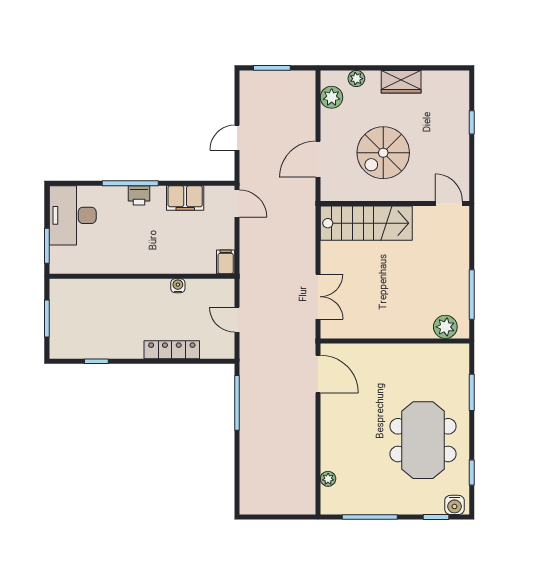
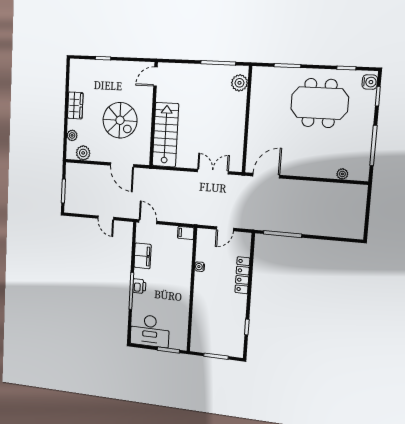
door: (237, 203) -> (148, 222), hinge flipped

